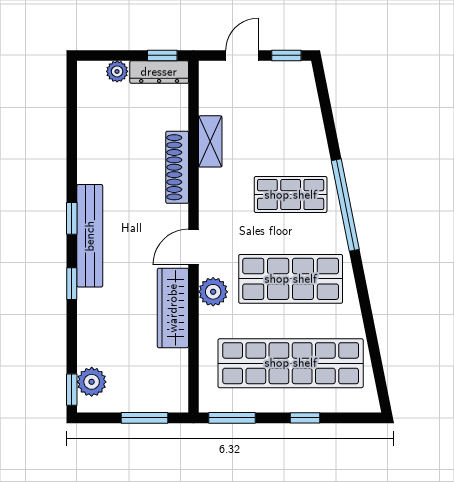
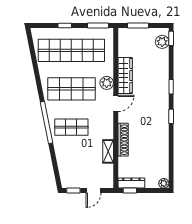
plant: (117, 71) -> (164, 183), moved
bench: (90, 236) -> (163, 108), removed

